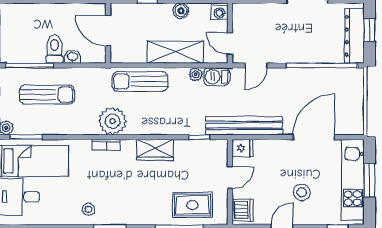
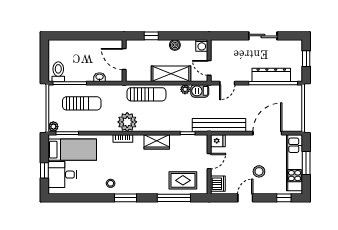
dresser: (354, 36) -> (271, 75), moved, turned 90
toilet: (54, 49) -> (58, 72), moved
sun lounger: (140, 82) -> (146, 94), turned 180

